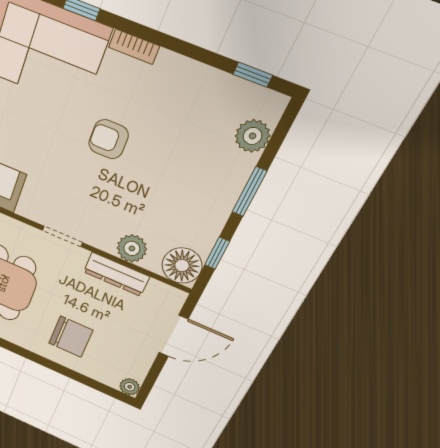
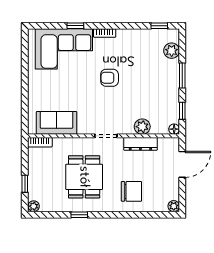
floor lamp: (182, 266) -> (174, 129), width x0.53, depth x0.53

